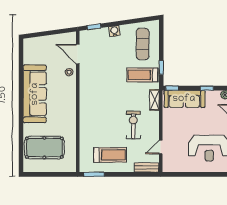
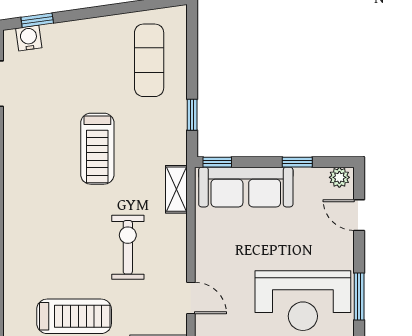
water cooler: (114, 31) -> (29, 38), moved
treadmill: (142, 75) -> (97, 149), moved, turned -90
door: (161, 147) -> (191, 298), swing flipped

